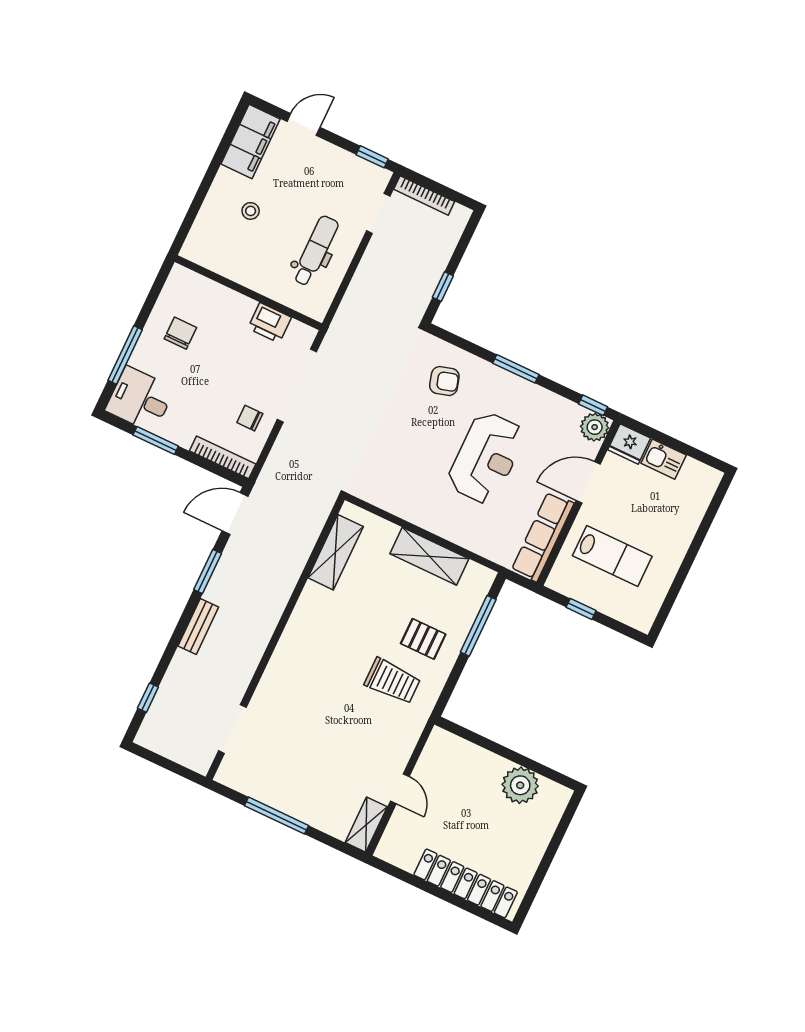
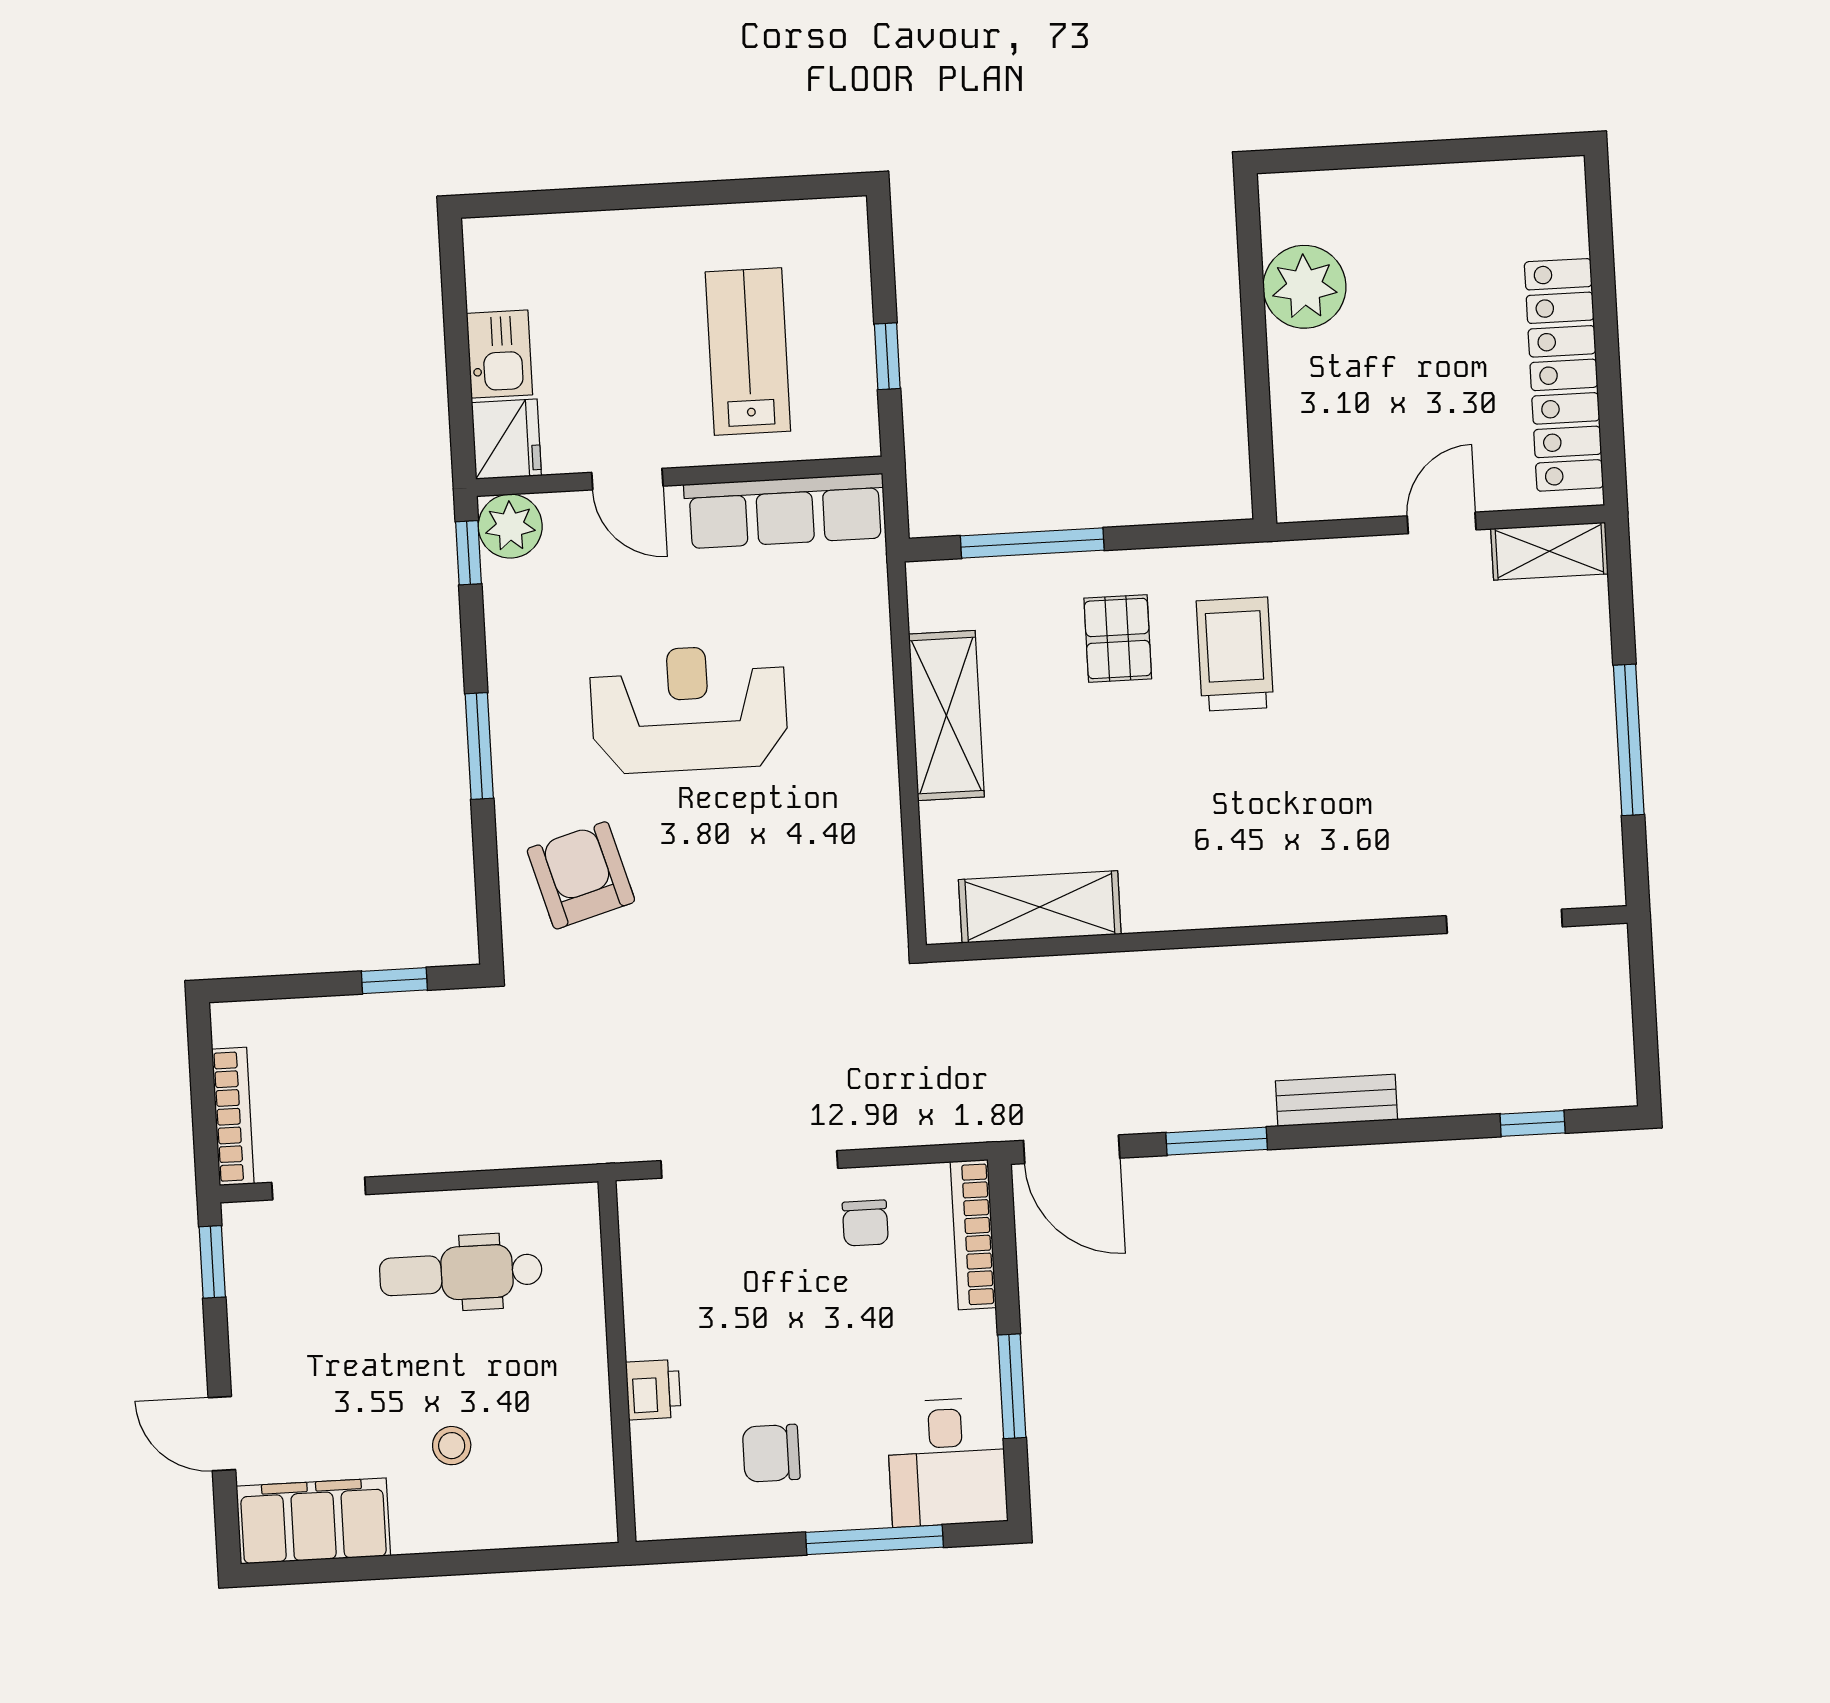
printer: (270, 323) -> (653, 1390), moved, width x0.73, depth x0.81
armchair: (444, 381) -> (581, 875), width x1.38, depth x1.38
door: (588, 482) -> (627, 479), width x0.73
locker: (466, 883) -> (1564, 375), moved

